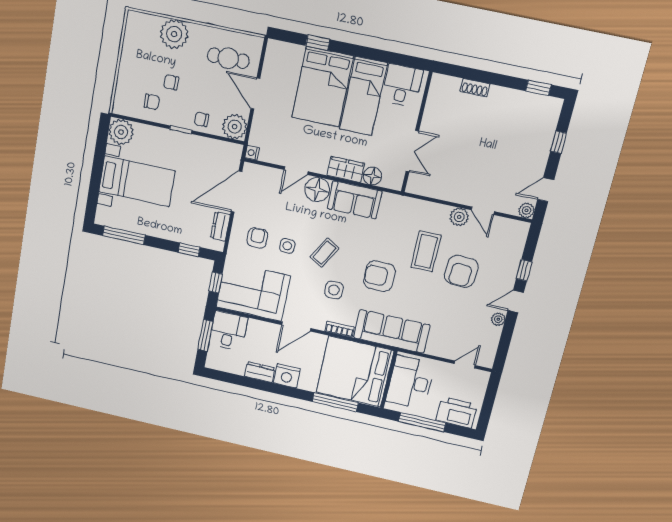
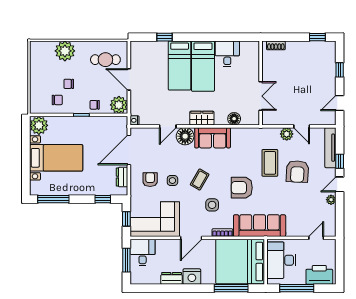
bed: (323, 87) -> (180, 66), width x0.67
wall: (417, 133) -> (261, 83), moved
double door: (412, 151) -> (261, 96), moved
floor lamp: (372, 176) -> (234, 119), moved
plant: (526, 210) -> (331, 120), removed
tv unit: (516, 249) -> (330, 148), added

